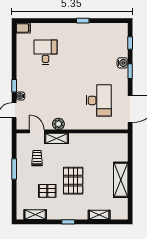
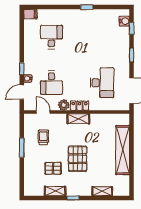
water cooler: (123, 63) -> (124, 21), moved
desk: (46, 100) -> (51, 83), added
locker: (75, 125) -> (80, 106), added
shelving: (57, 138) -> (78, 119), moved
shelving: (121, 180) -> (123, 150), width x1.47
shelving: (35, 215) -> (55, 191), moved

